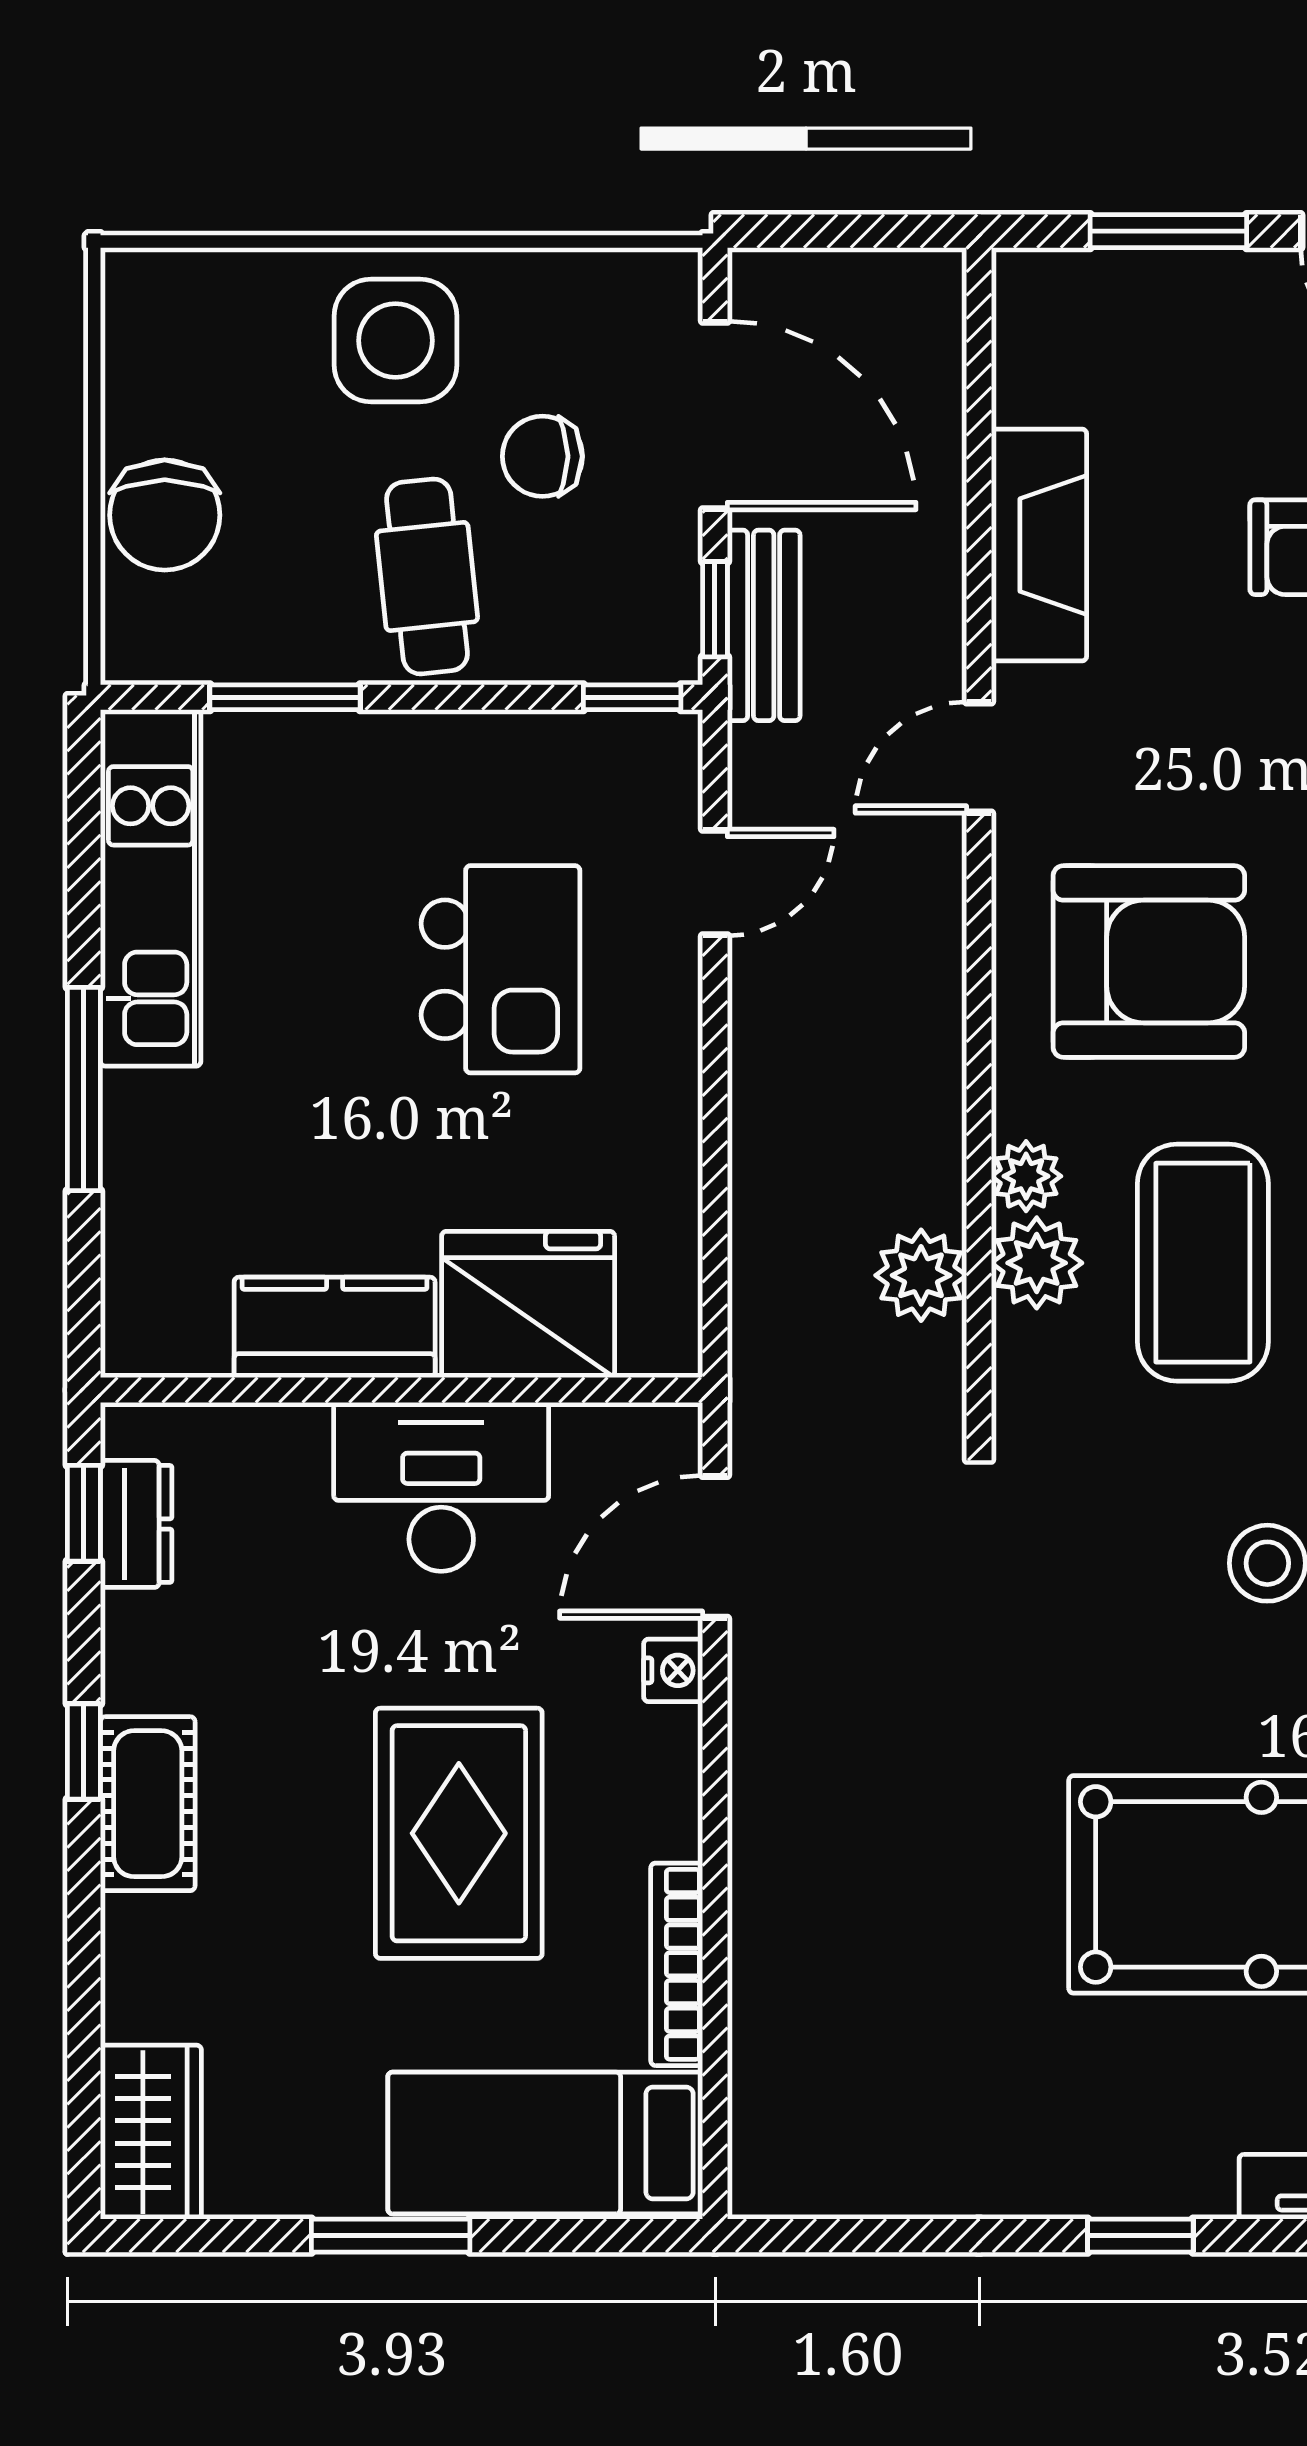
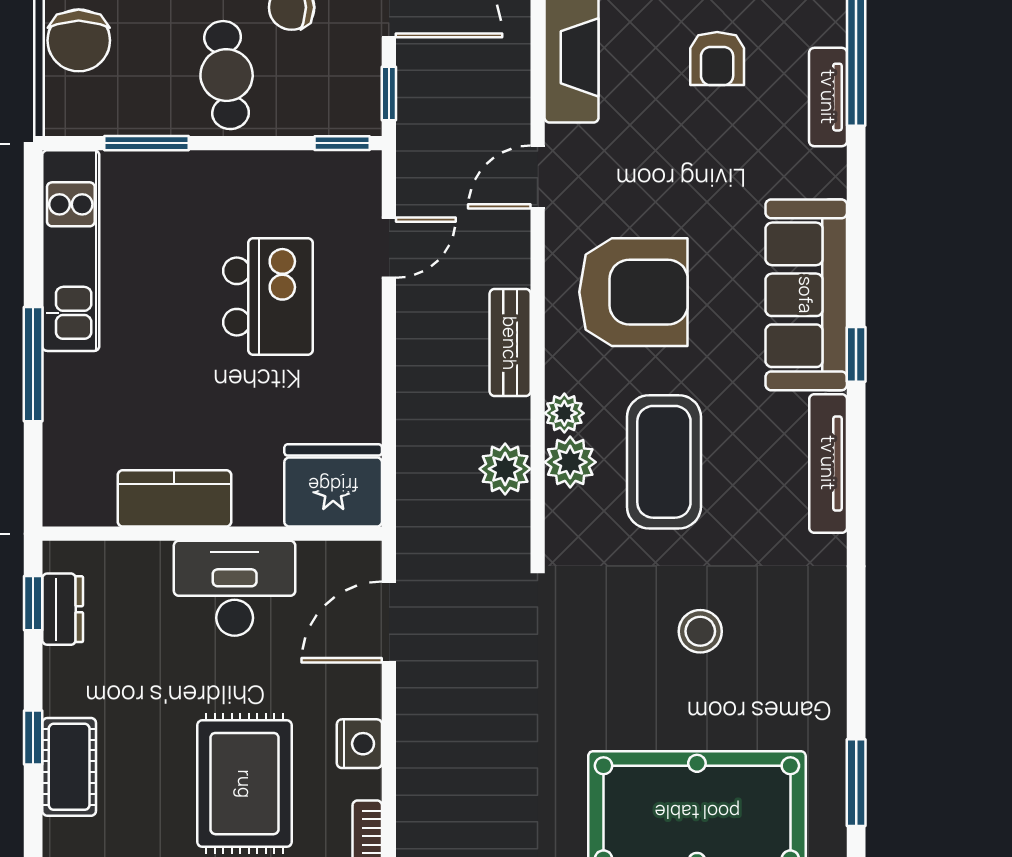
bench: (764, 625) -> (510, 343), moved
fridge: (528, 1304) -> (333, 485), moved
nightstand: (673, 1670) -> (359, 744), moved, width x1.39, depth x1.35

